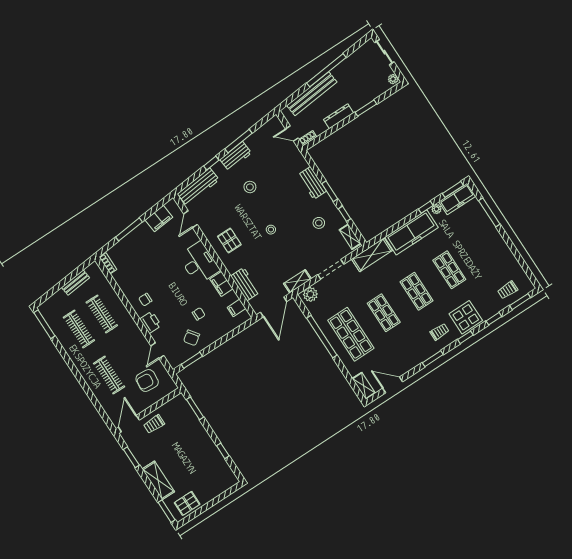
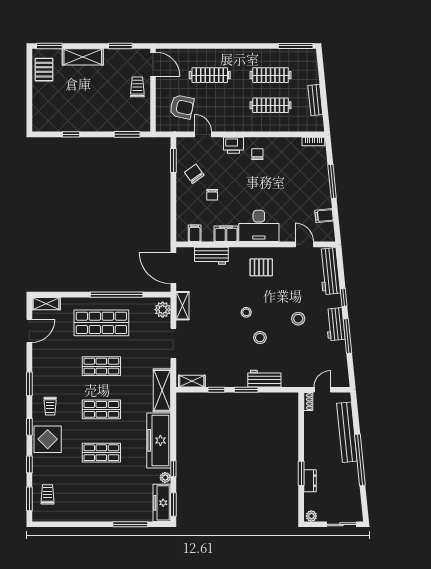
dresser: (339, 116) -> (310, 481), moved, width x0.70
filing cabinet: (159, 219) -> (324, 216), width x0.50
stool: (319, 223) -> (260, 338), moved
armchair: (147, 380) -> (182, 107), turned 97

